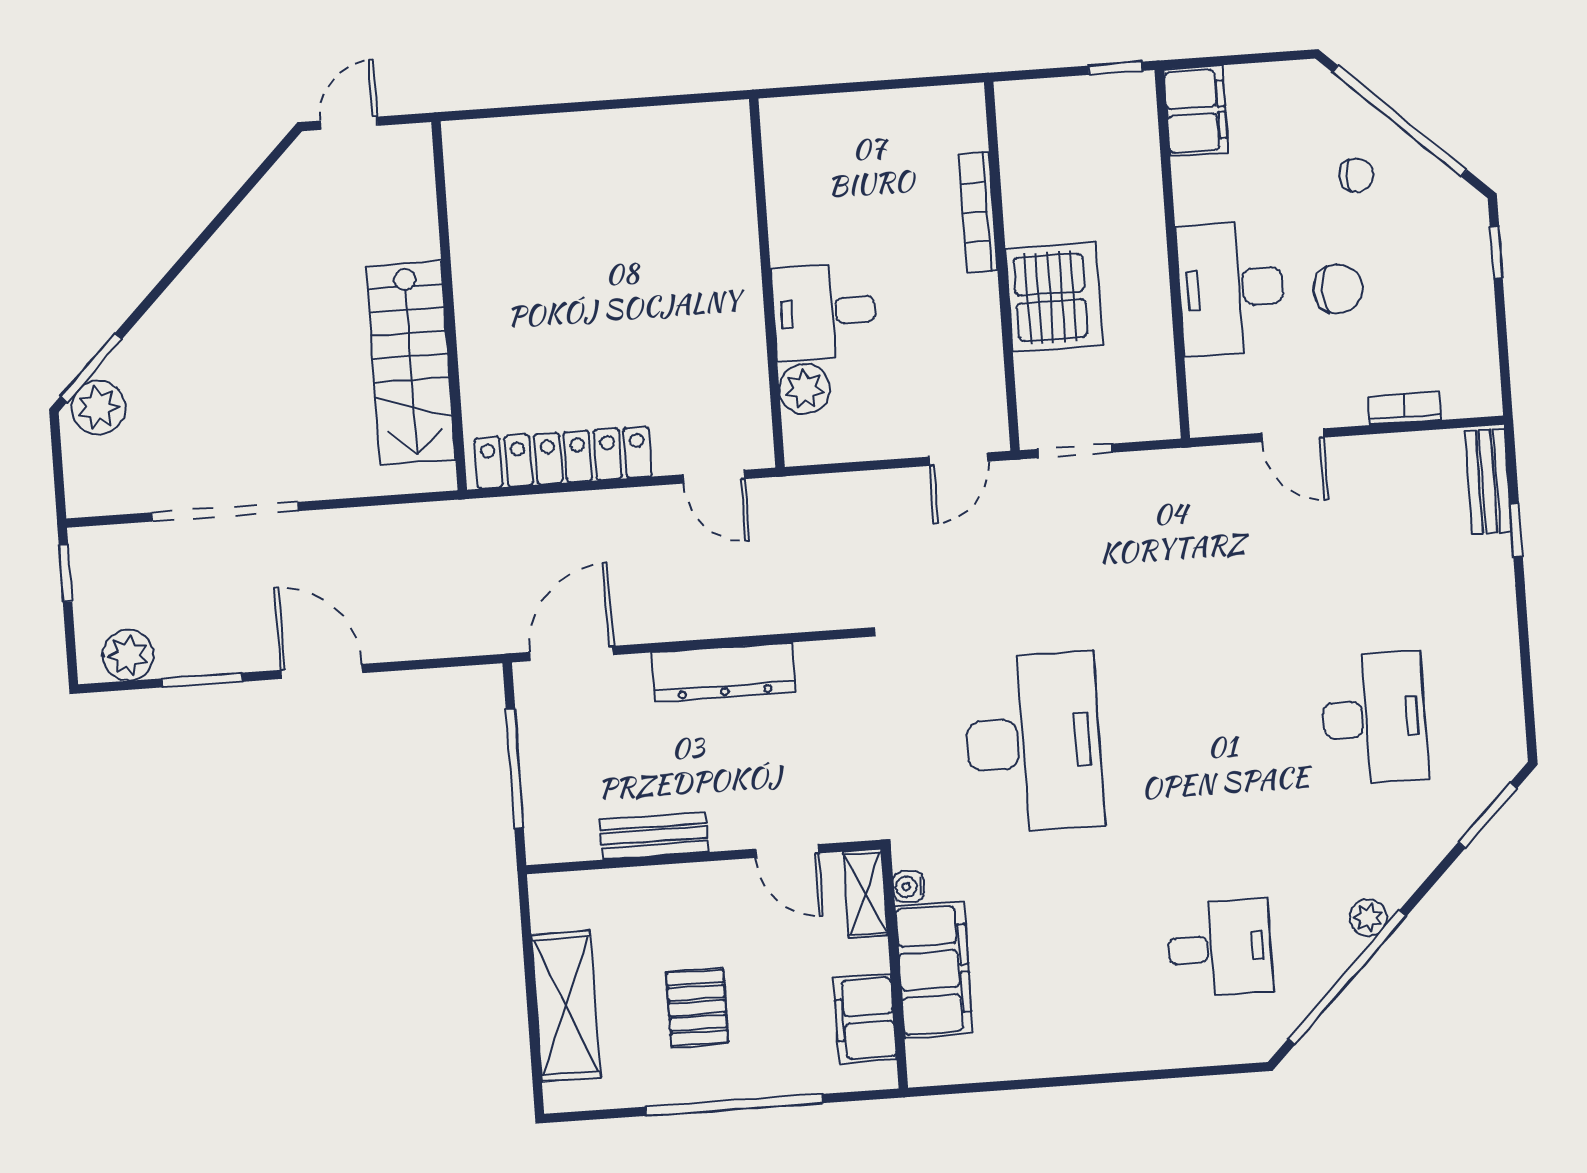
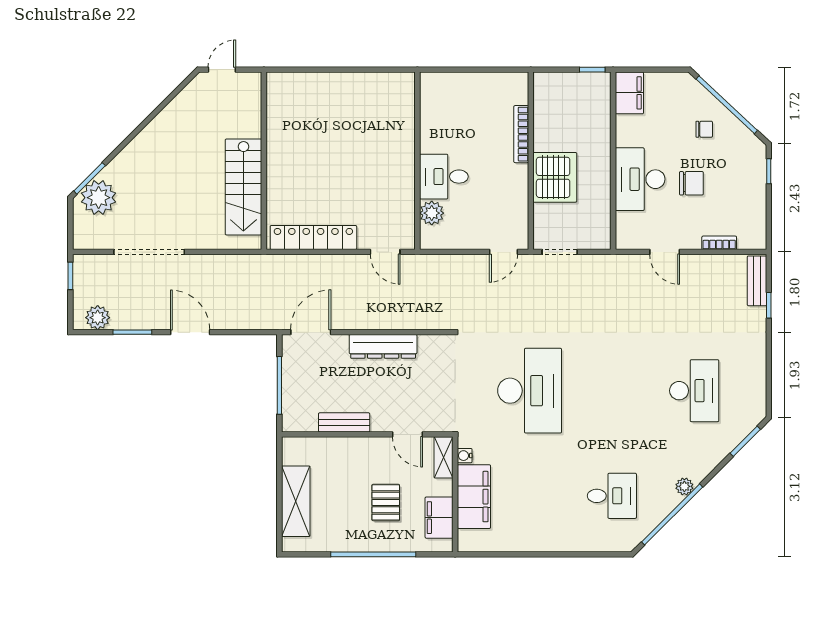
plant: (98, 407) -> (99, 198), width x1.36, depth x1.36
pallet: (697, 1008) -> (386, 502), moved

